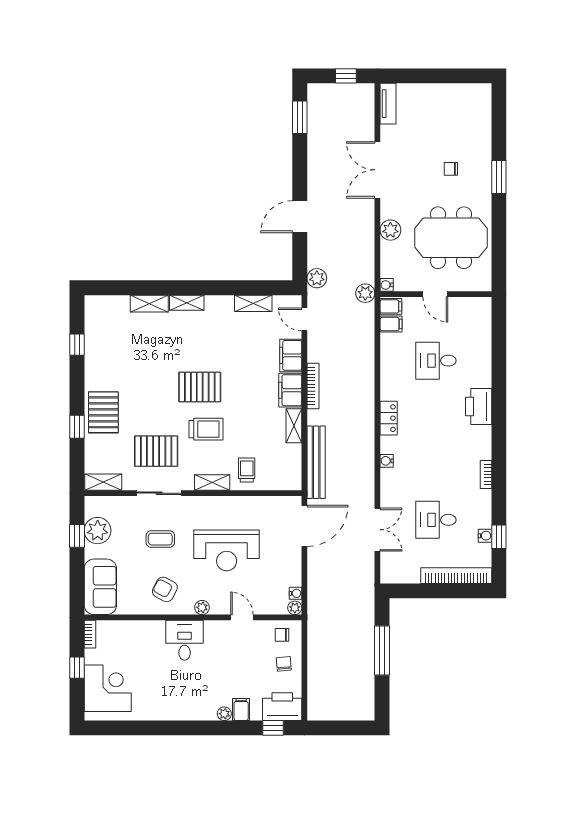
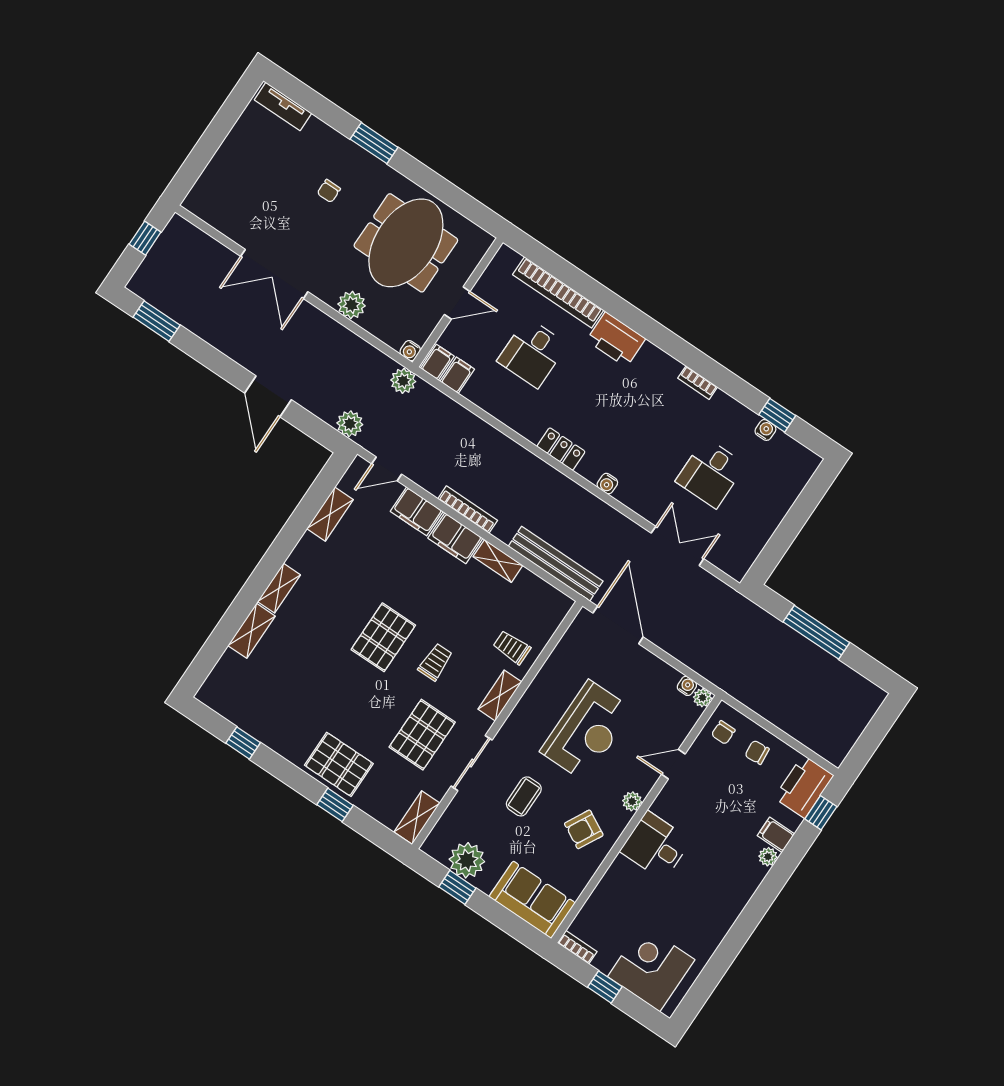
tv unit: (388, 104) -> (283, 106), moved, turned 180
trolley: (206, 429) -> (435, 662), width x0.73, depth x0.72
bookcase: (456, 576) -> (558, 292), moved, turned -90

